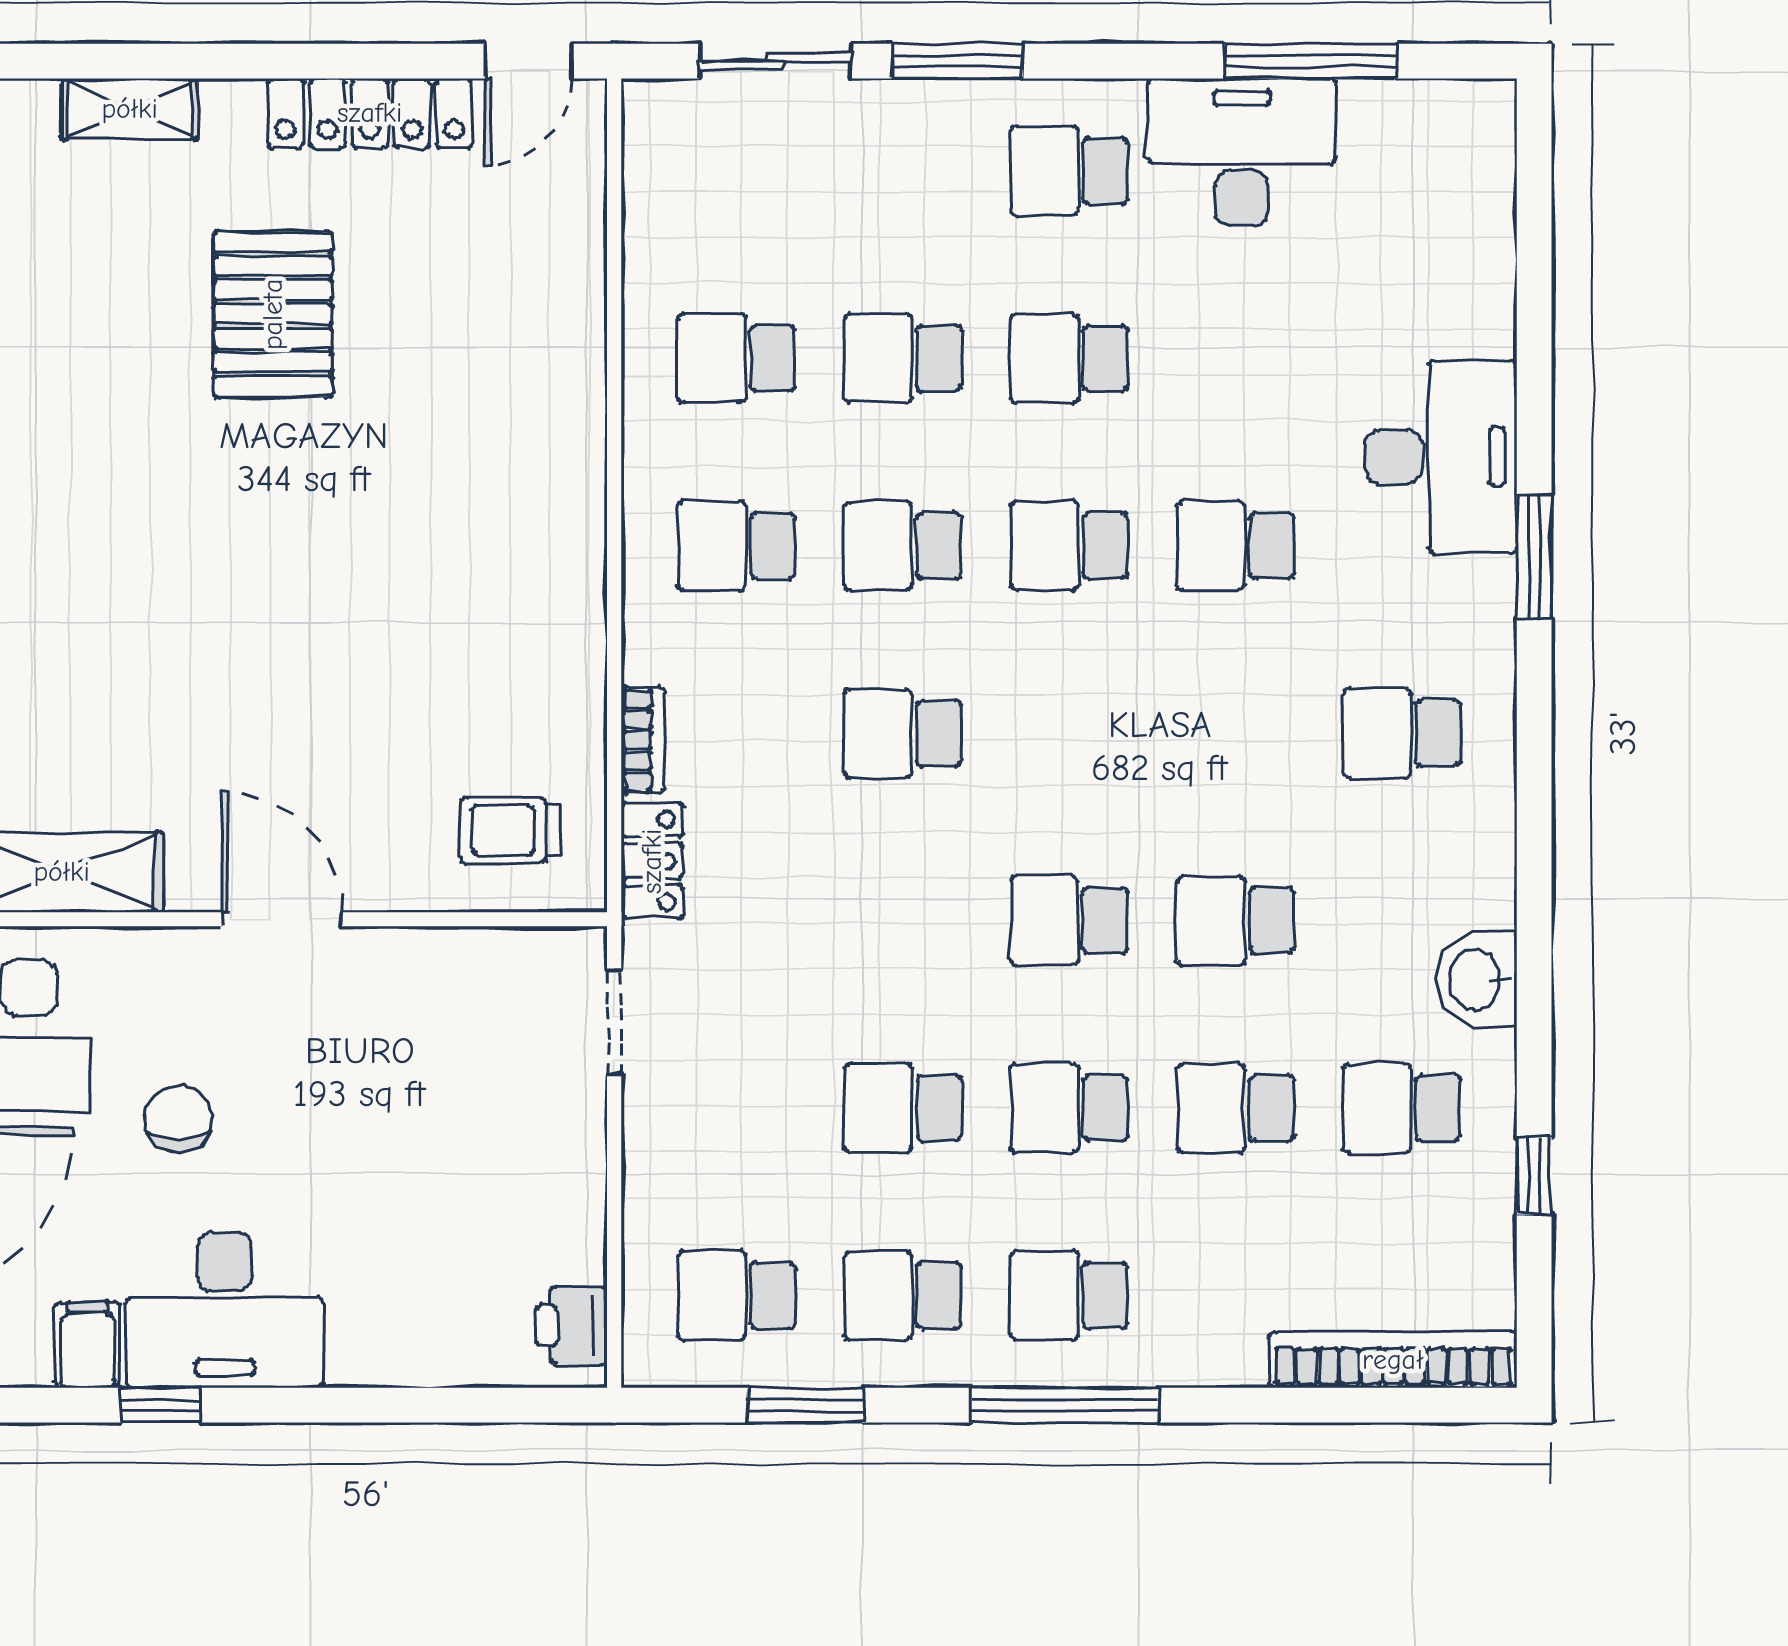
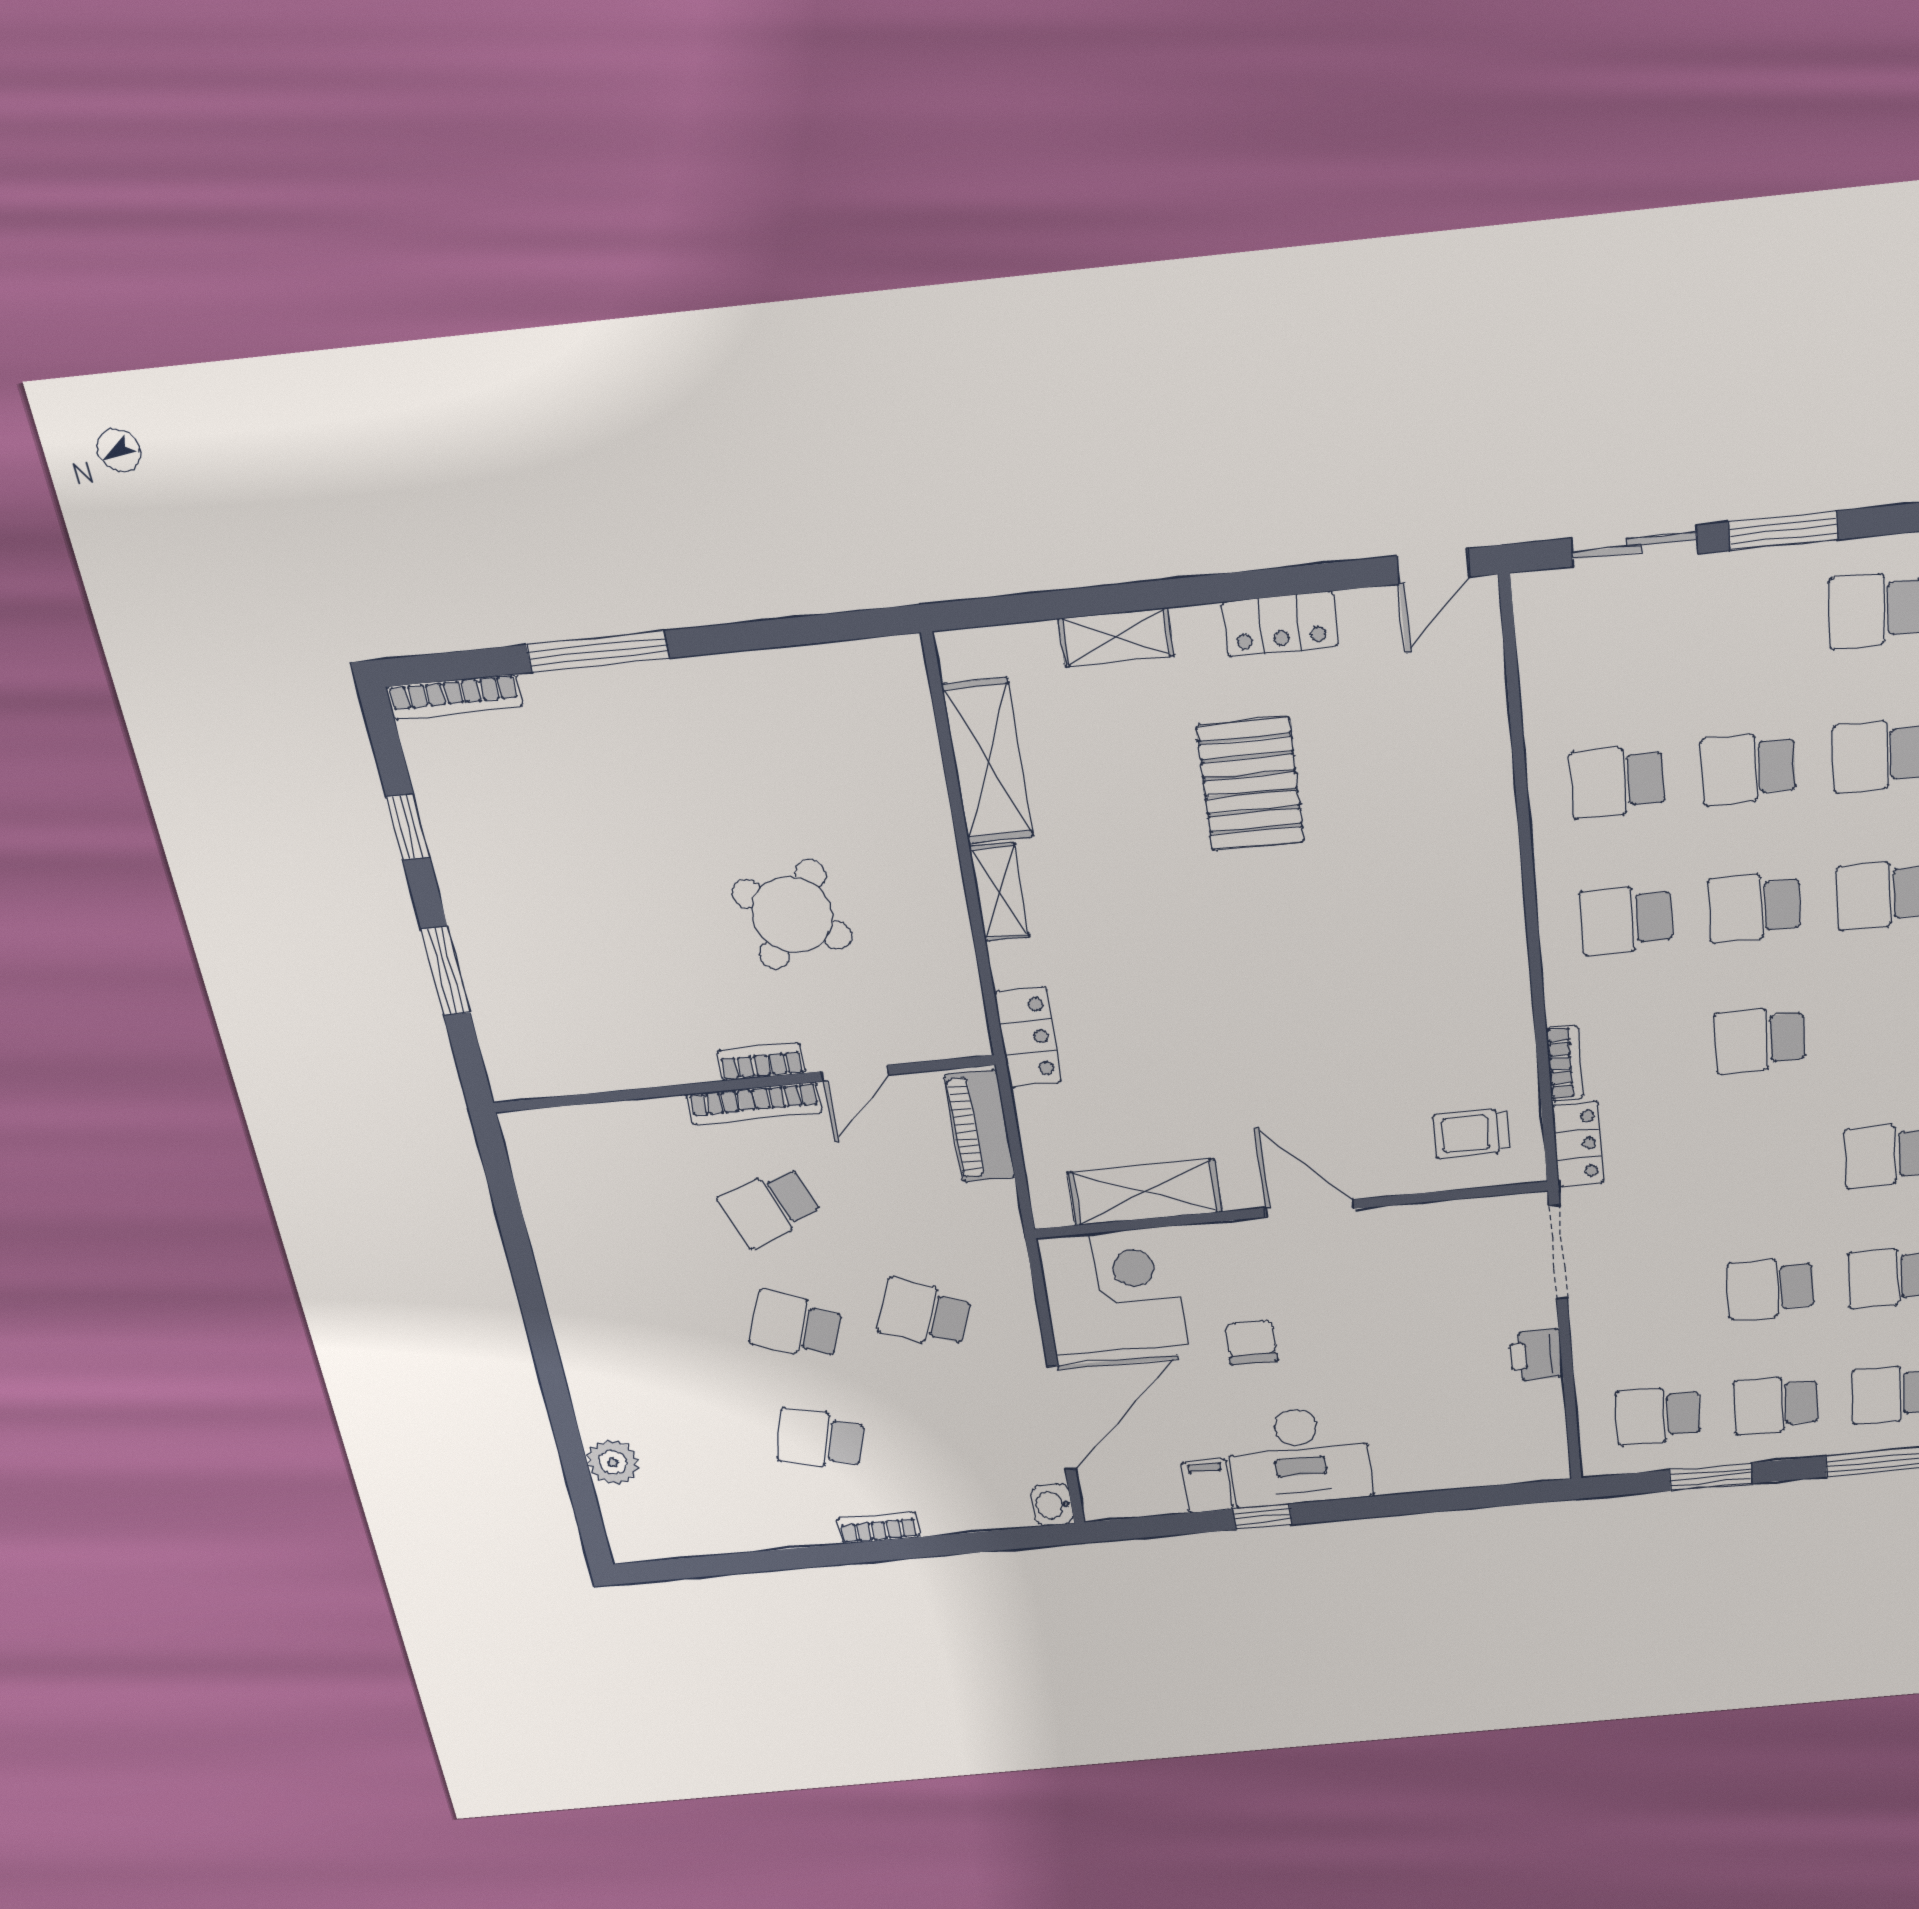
locker: (370, 113) -> (1280, 624), width x0.66
doorway: (614, 1022) -> (1558, 1253), width x1.38
printer: (571, 1326) -> (1536, 1355), moved

